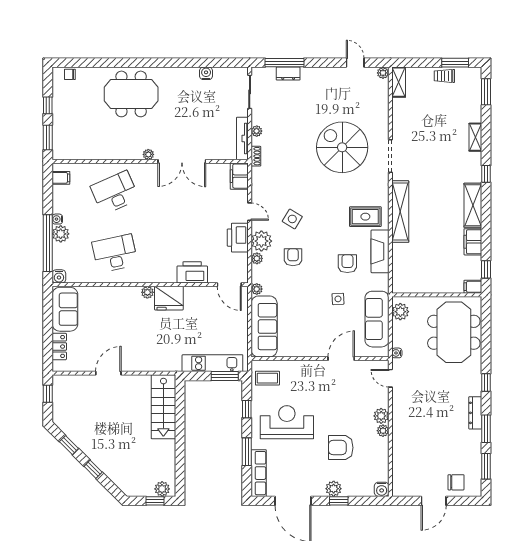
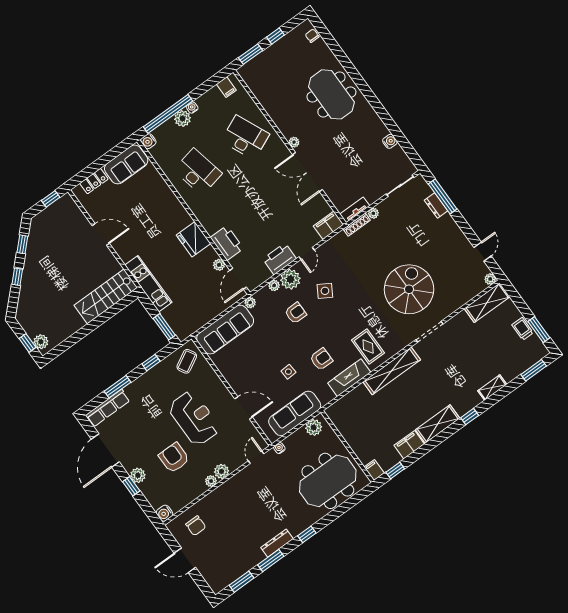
shelving: (399, 82) -> (487, 303), width x1.50, depth x1.33
tv unit: (242, 139) -> (355, 210), width x0.71
shoe rack: (256, 156) -> (357, 225), width x1.43
plant: (147, 292) -> (219, 265), moved
kitchen unit: (212, 363) -> (148, 284), moved
coffee table: (267, 378) -> (187, 361), turned 61
reception desk: (287, 422) -> (194, 418), moved
chair: (456, 482) -> (196, 526), moved

